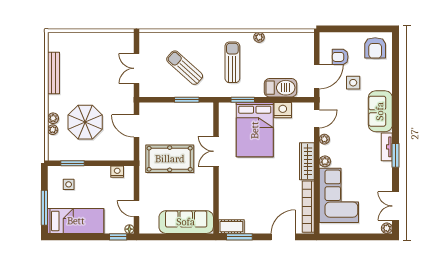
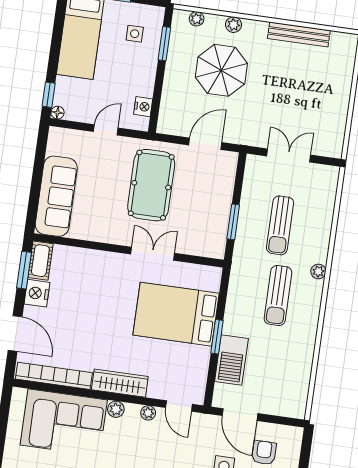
plant: (259, 37) -> (318, 271), moved
sun lounger: (232, 62) -> (278, 296), turned 90
sun lounger: (185, 68) -> (280, 225), turned 138
window: (243, 100) -> (217, 337), moved
nightstand: (283, 110) -> (37, 293), moved, turned 180
plant: (53, 130) -> (197, 19), moved
door: (136, 209) -> (106, 130), moved

